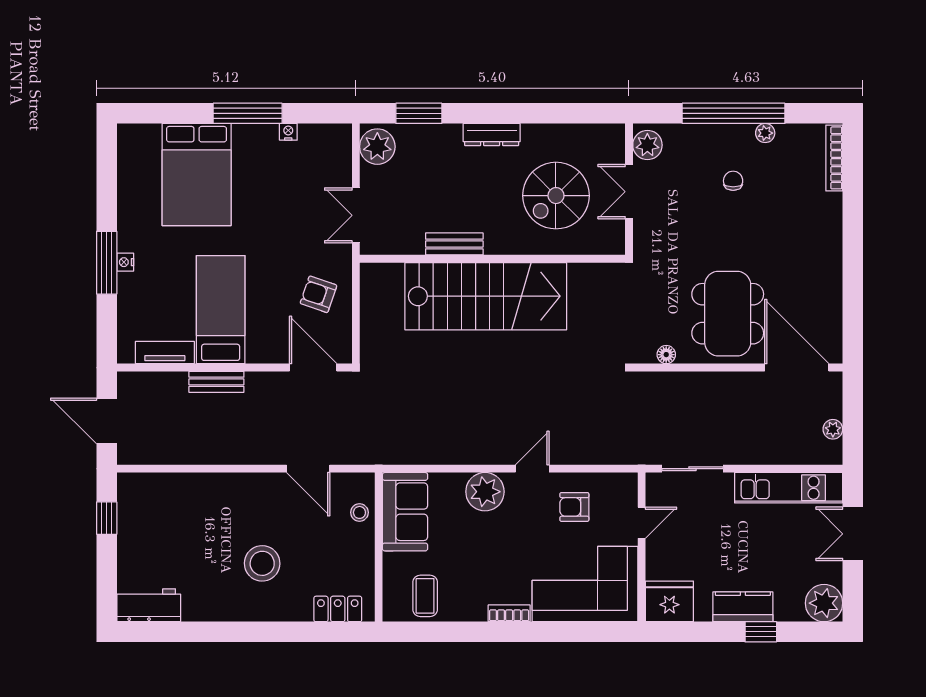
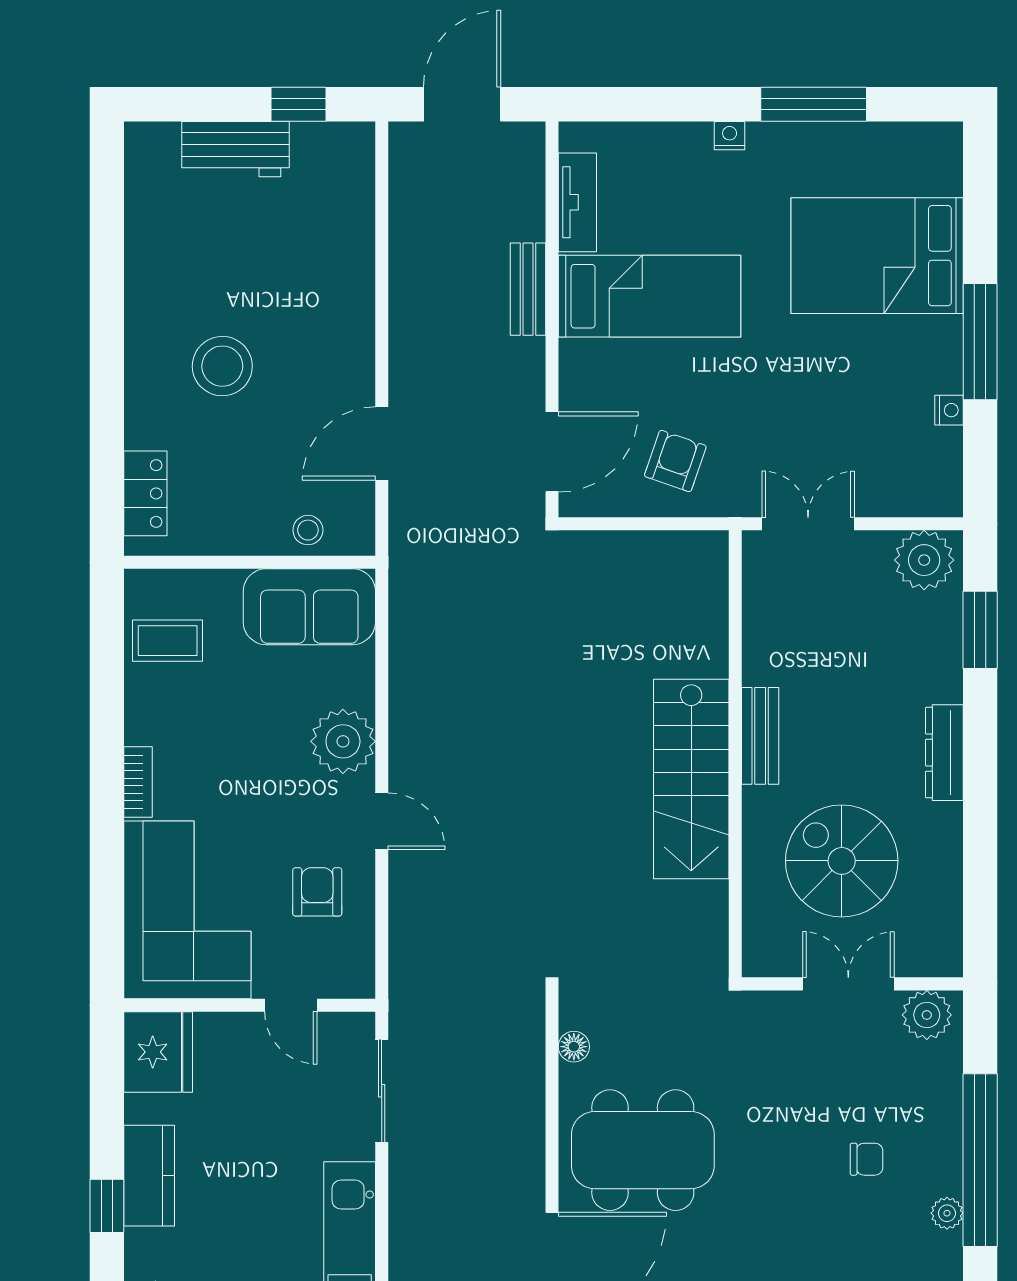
bench: (454, 244) -> (760, 736), moved
window: (107, 263) -> (814, 104), moved
stairs: (486, 296) -> (691, 779), width x0.73, depth x0.66
workbench: (149, 605) -> (235, 149), moved, turned 90

